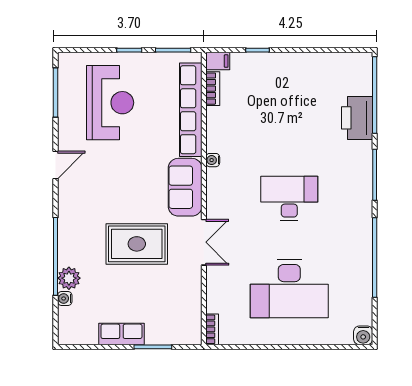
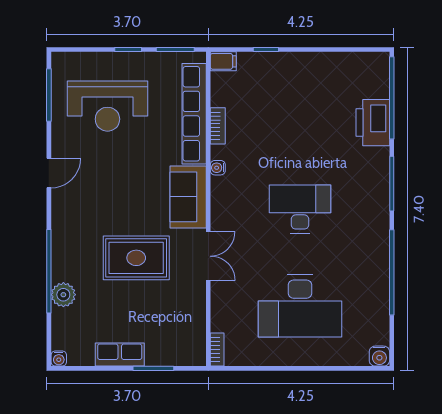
bookcase: (213, 89) -> (218, 126), moved
reception desk: (110, 103) -> (107, 106), turned 90
water cooler: (65, 298) -> (59, 359), moved, turned -90

